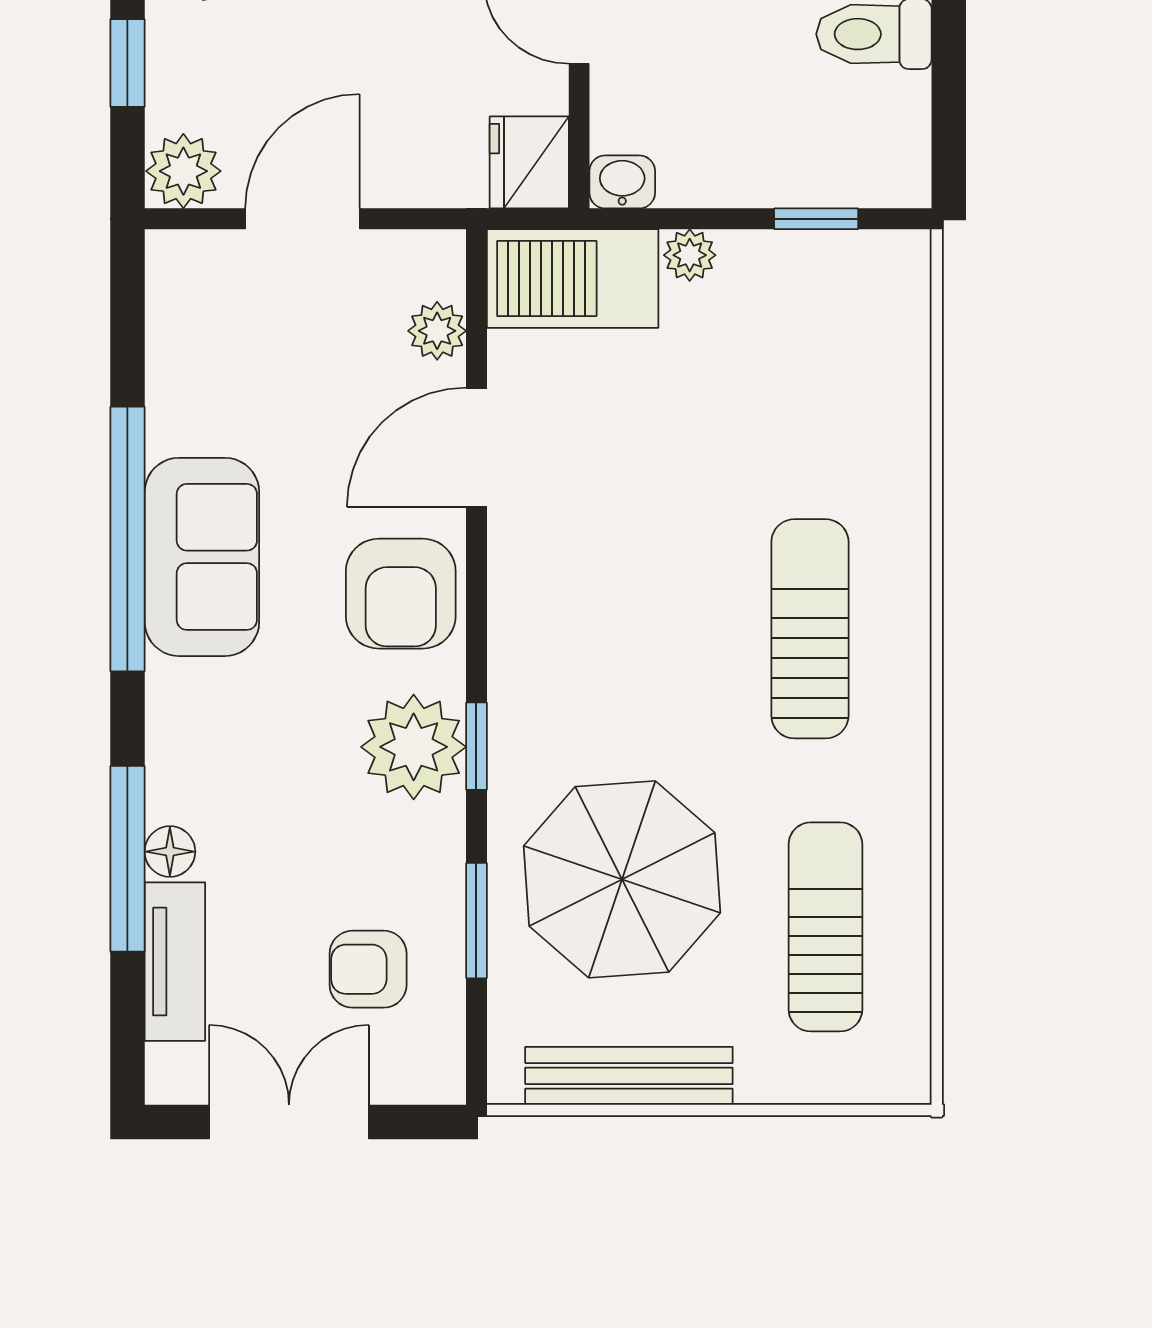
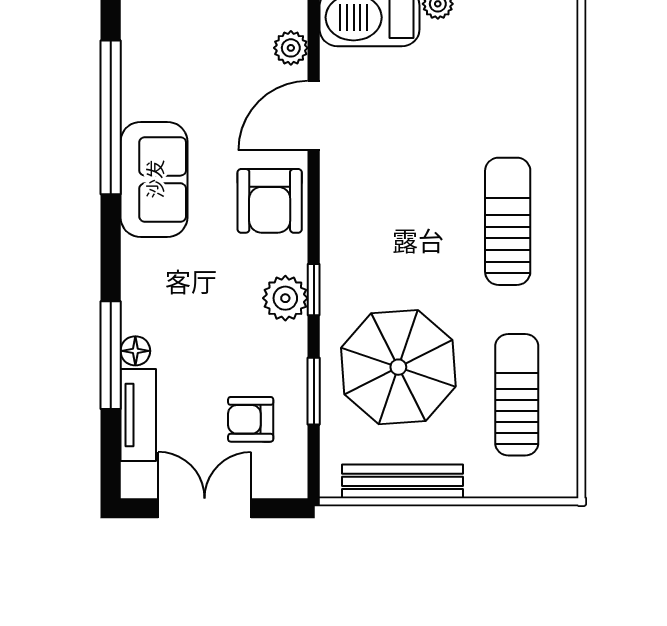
window: (127, 539) -> (111, 117), moved
plant: (414, 747) -> (285, 298), width x0.73, depth x0.73

